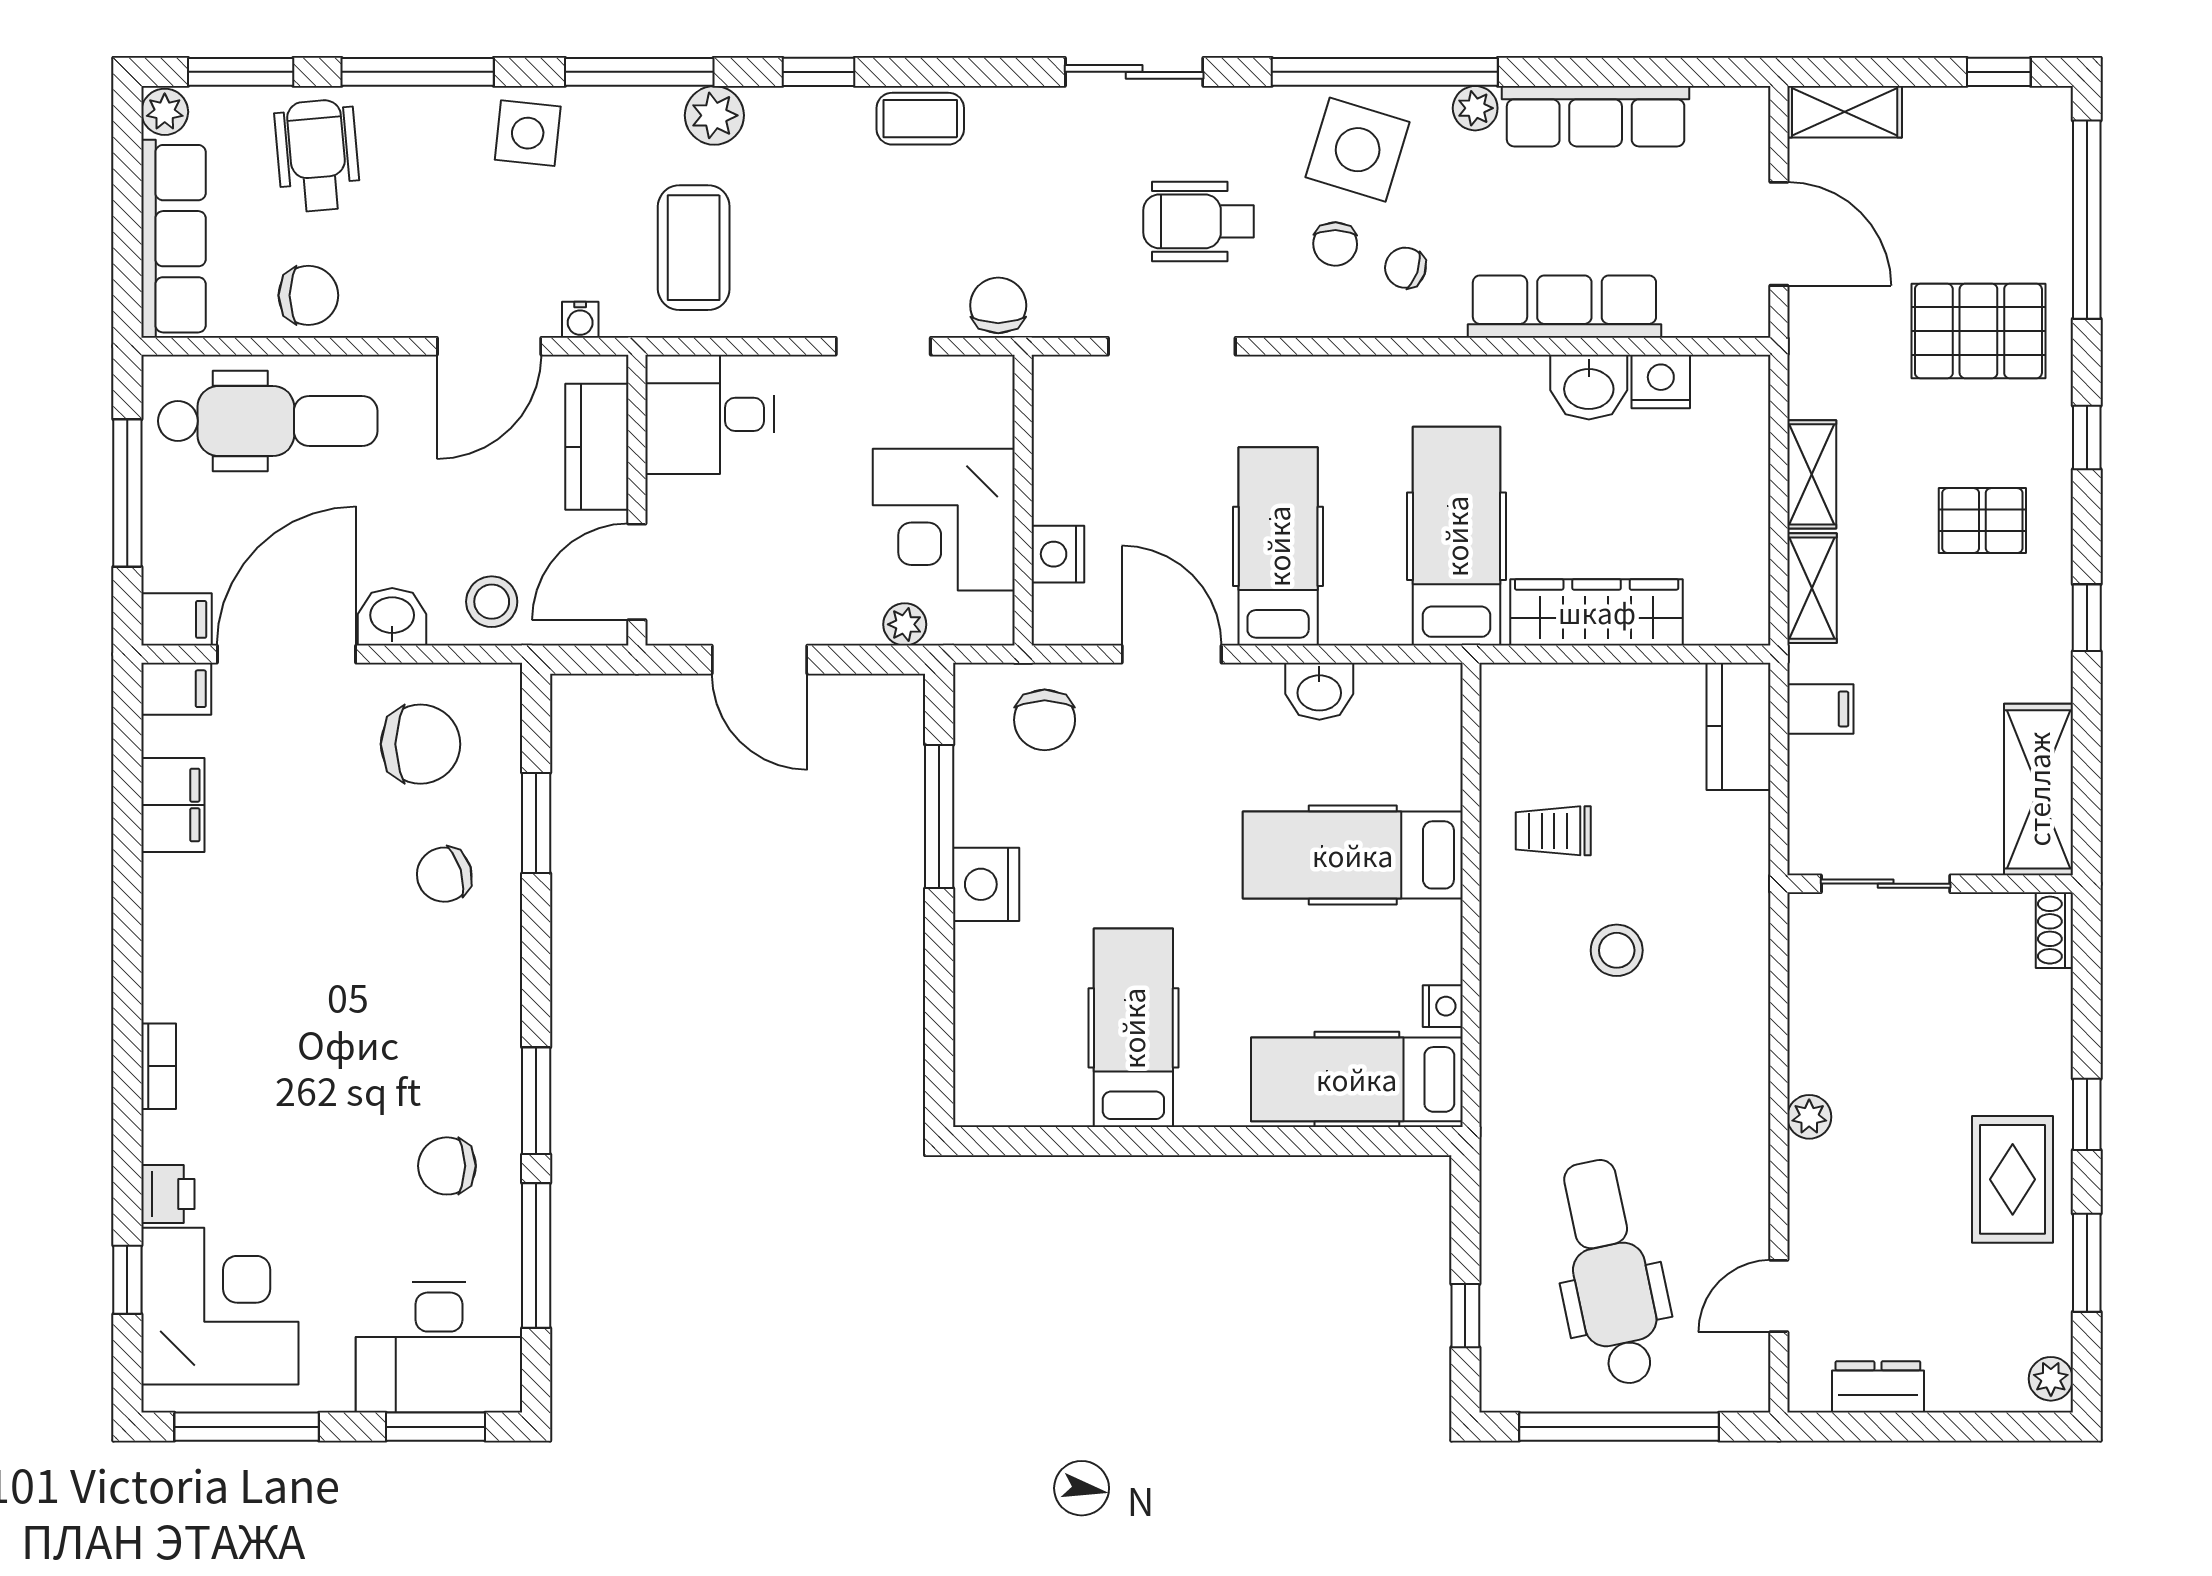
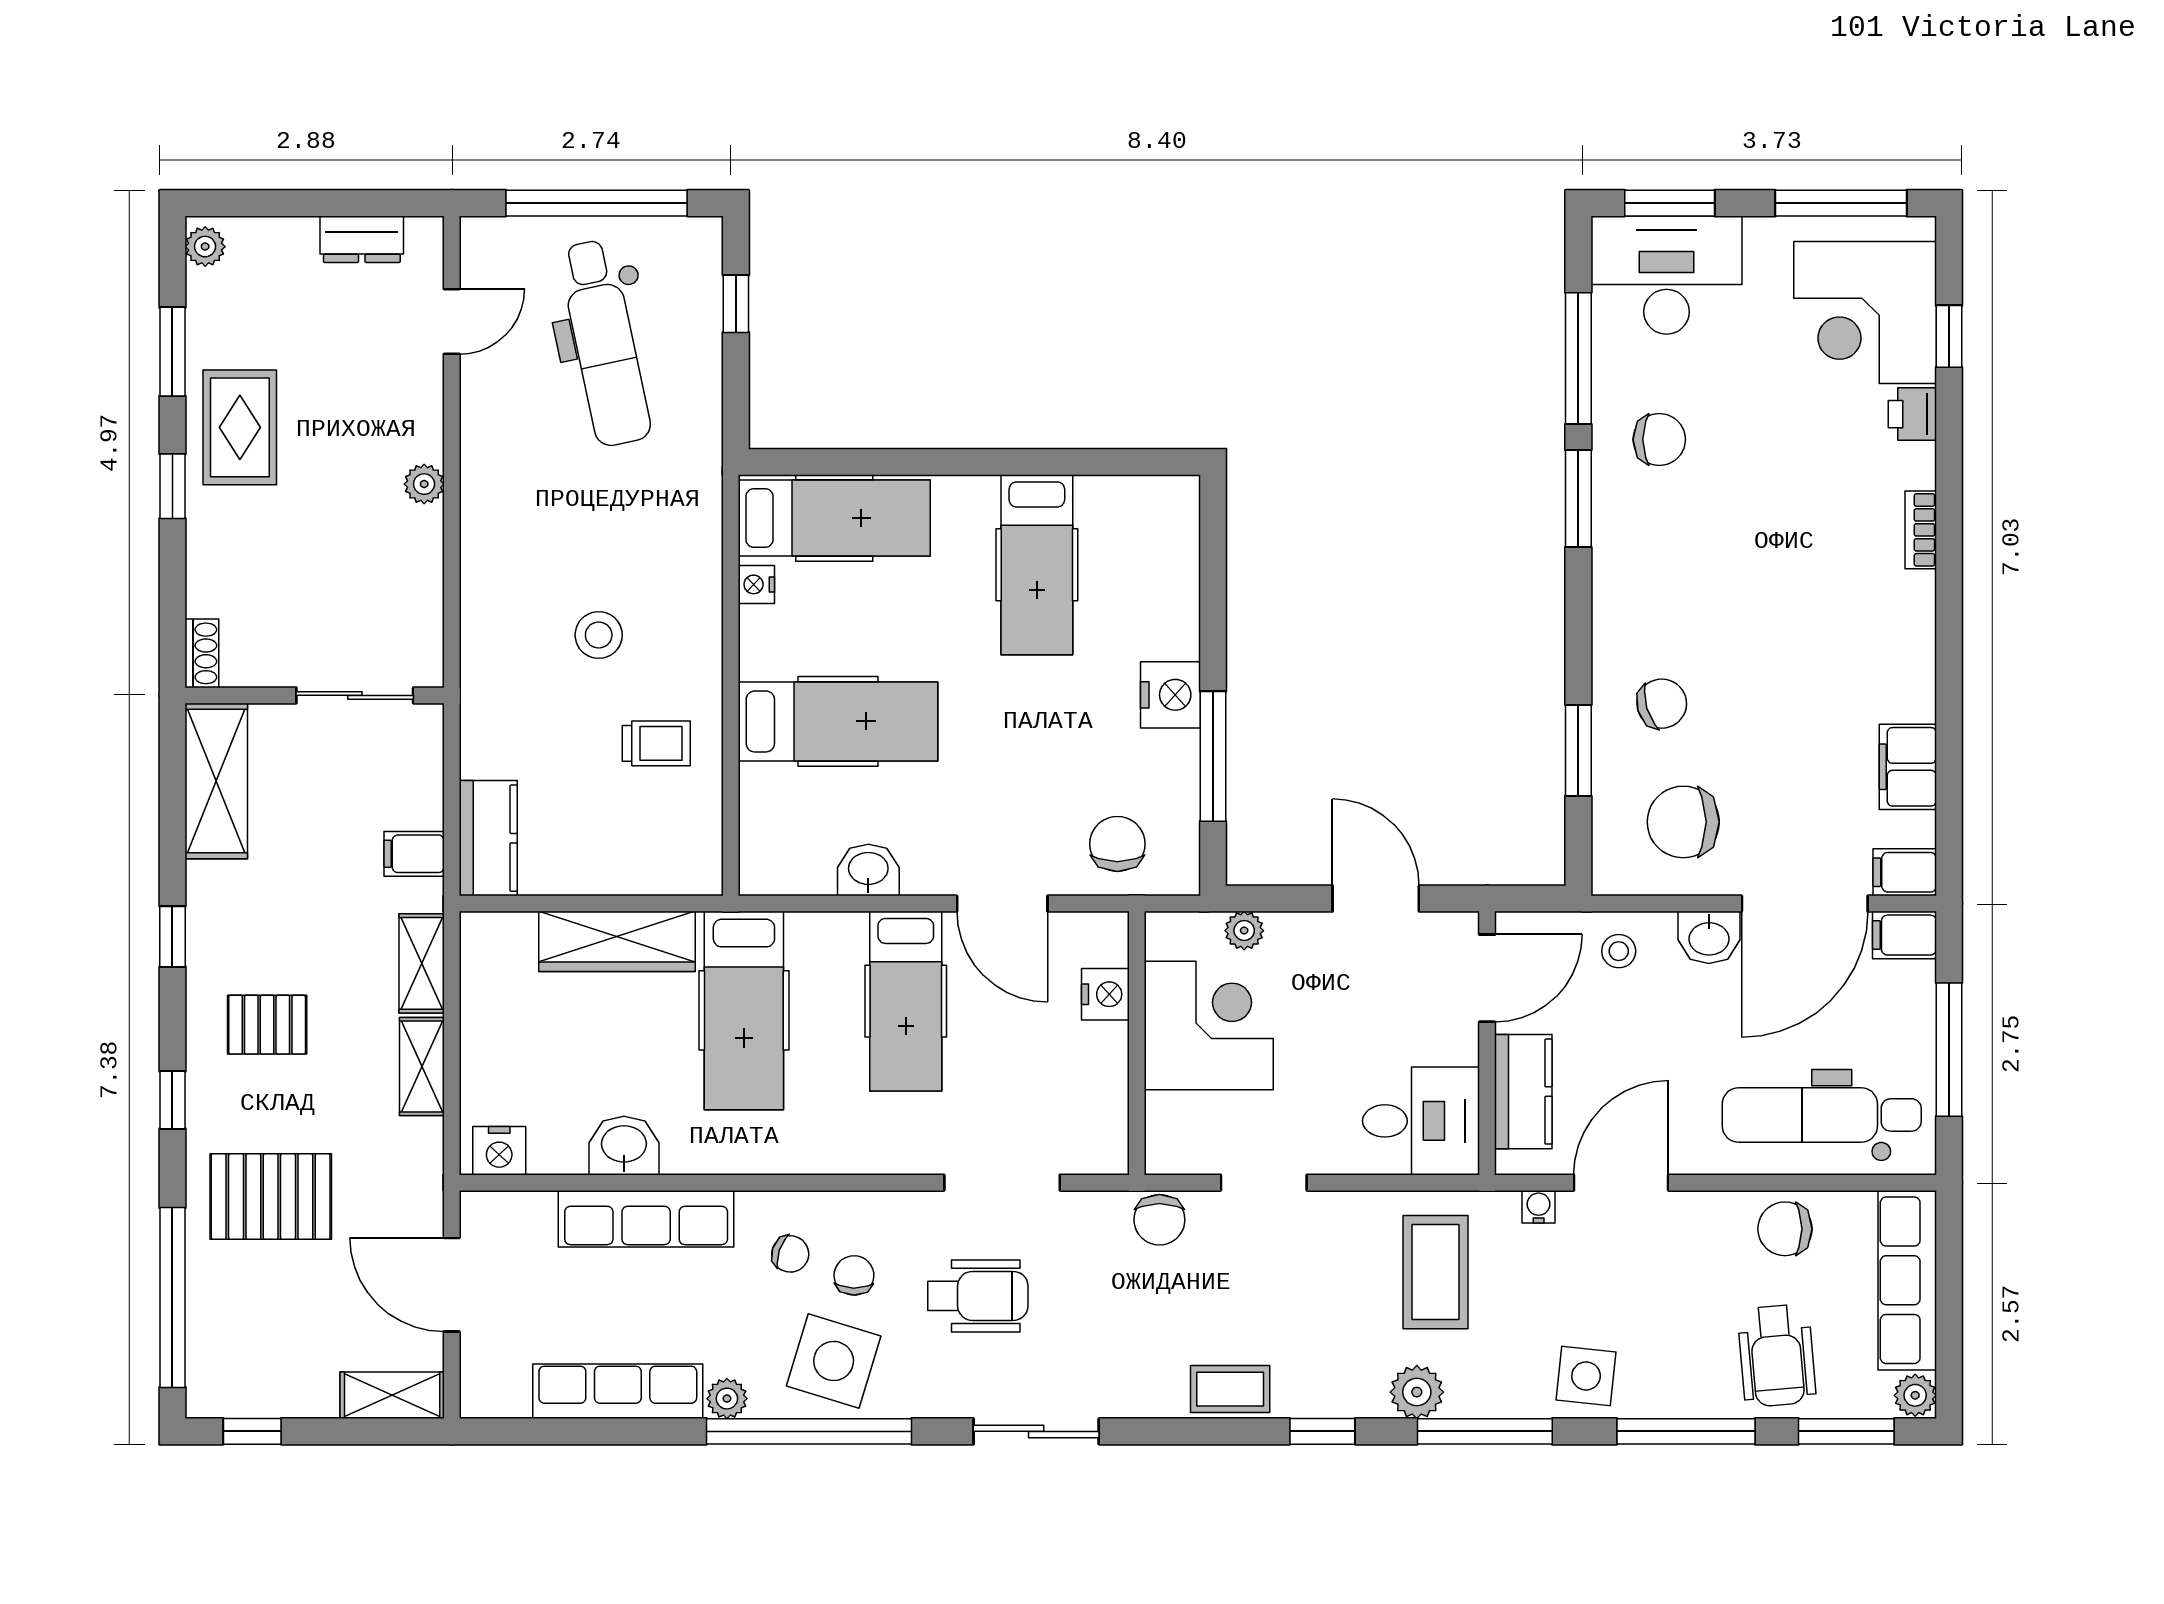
nightstand: (1661, 381) -> (499, 1151), moved
stool: (492, 602) -> (1619, 951), width x0.73, depth x0.73

